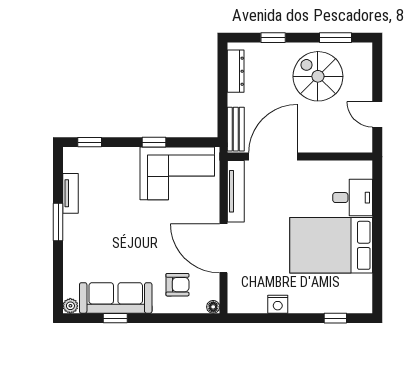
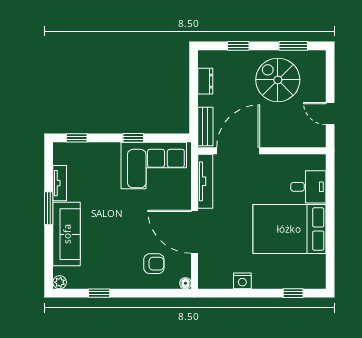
dresser: (236, 71) -> (205, 81), width x0.70
sofa: (116, 298) -> (67, 234), moved, turned 90

